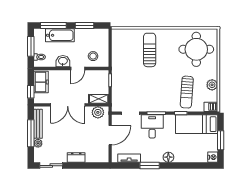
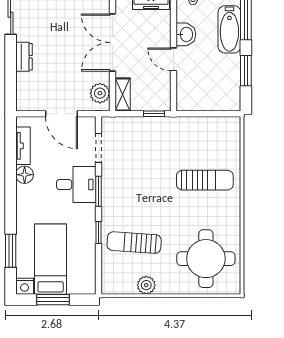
stool: (93, 56) -> (194, 85), removed
barbecue: (211, 107) -> (109, 283), removed
bed: (197, 124) -> (51, 259), moved
floor lamp: (168, 157) -> (25, 175), moved
window: (150, 166) -> (11, 251), moved

